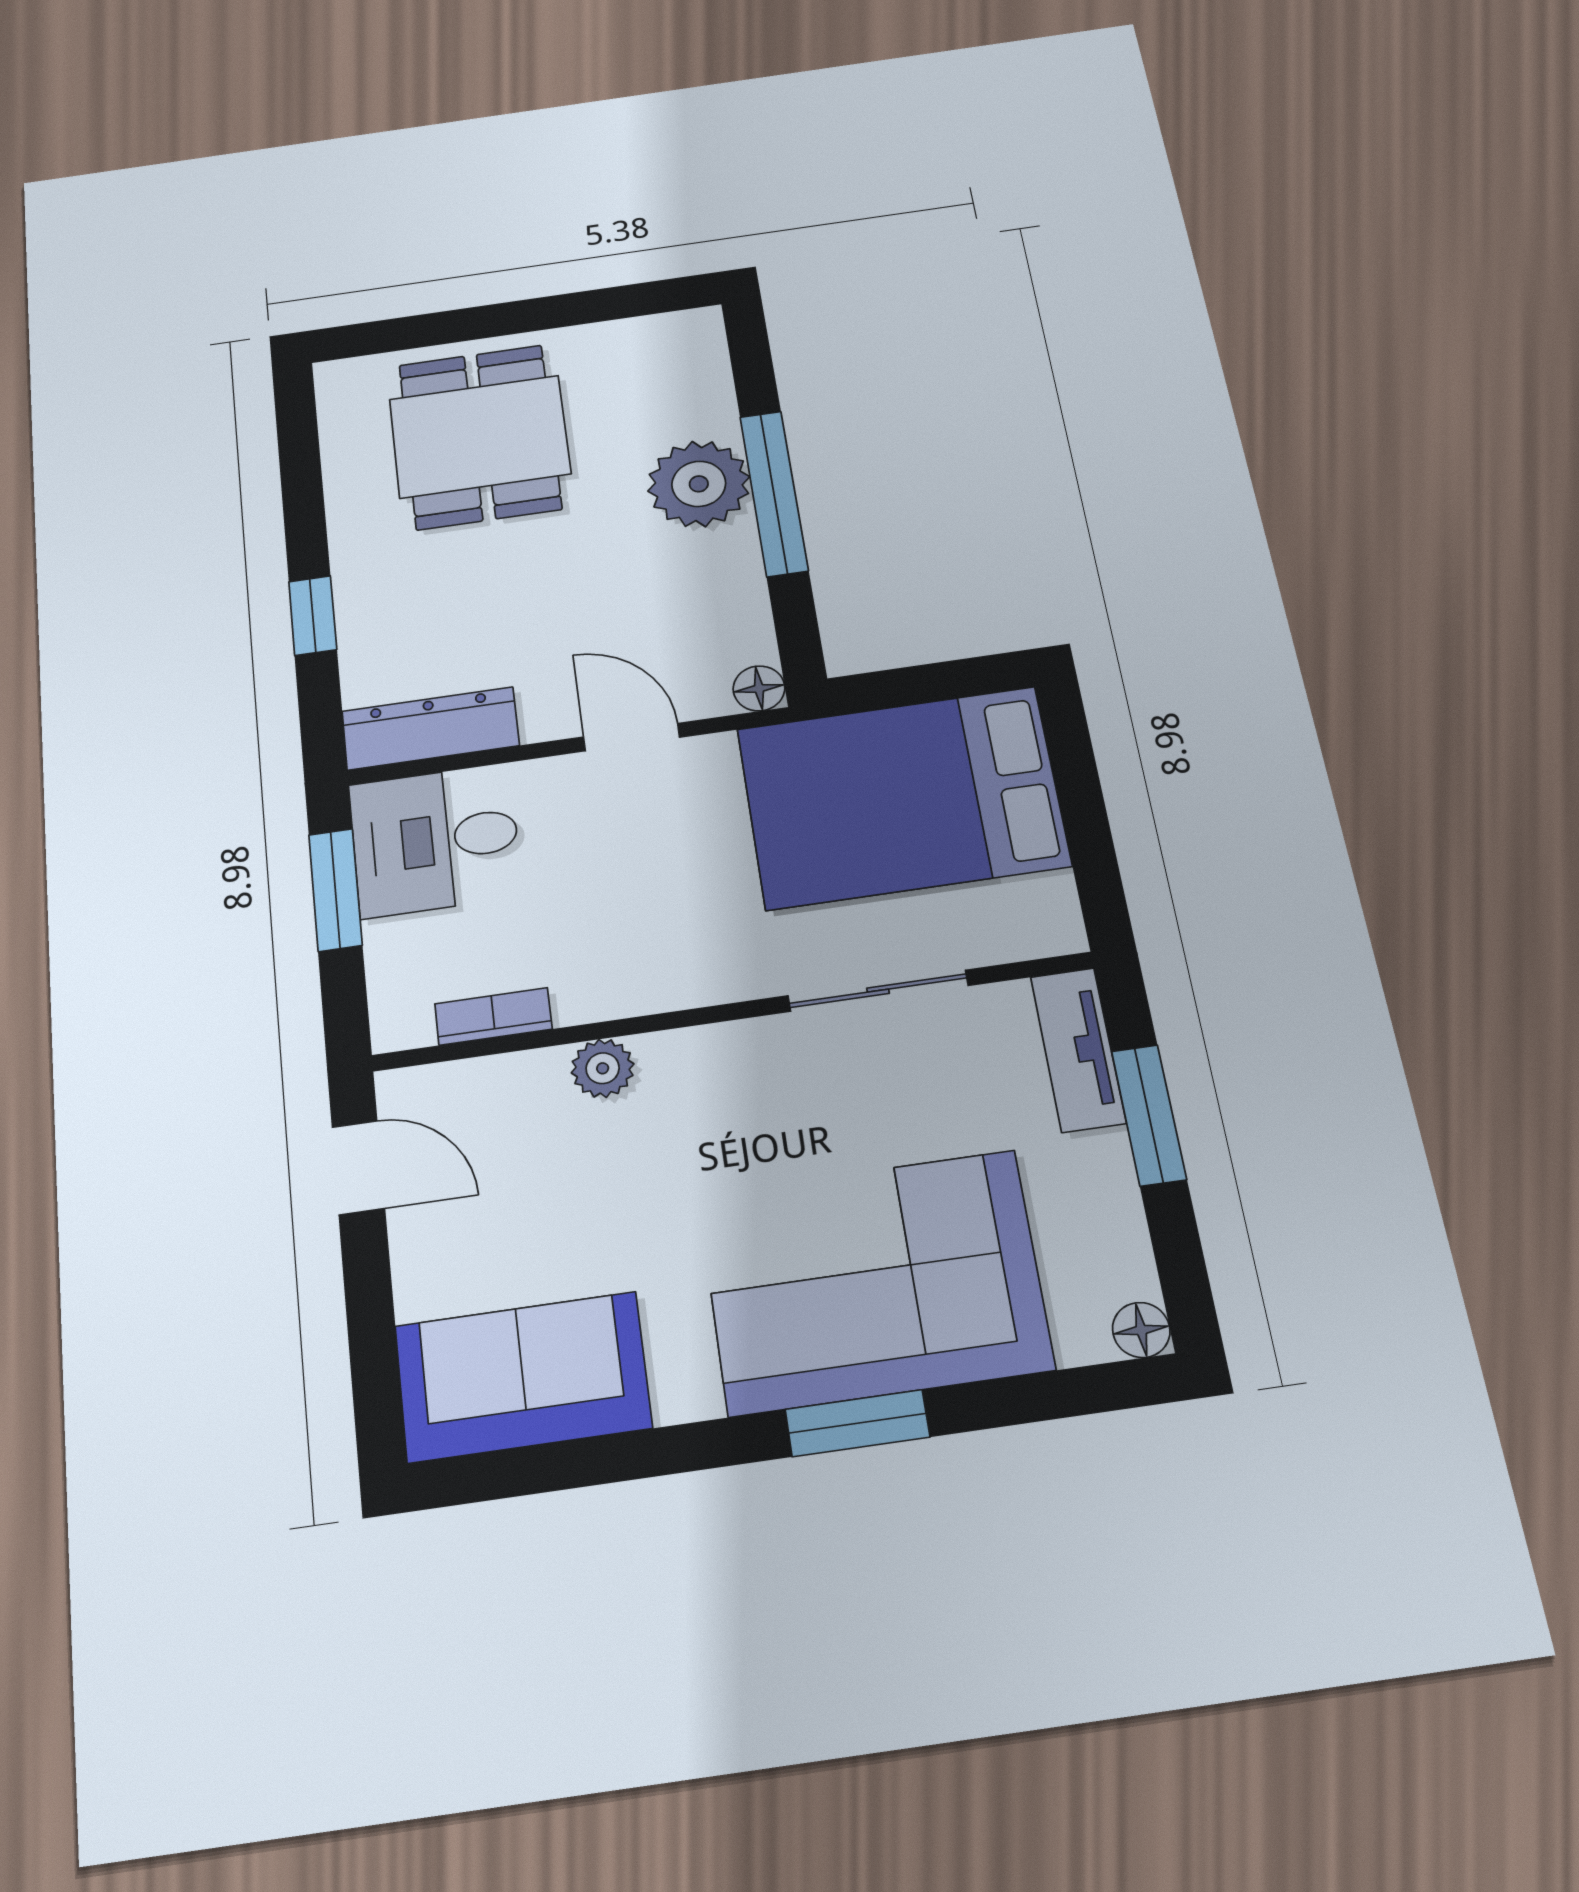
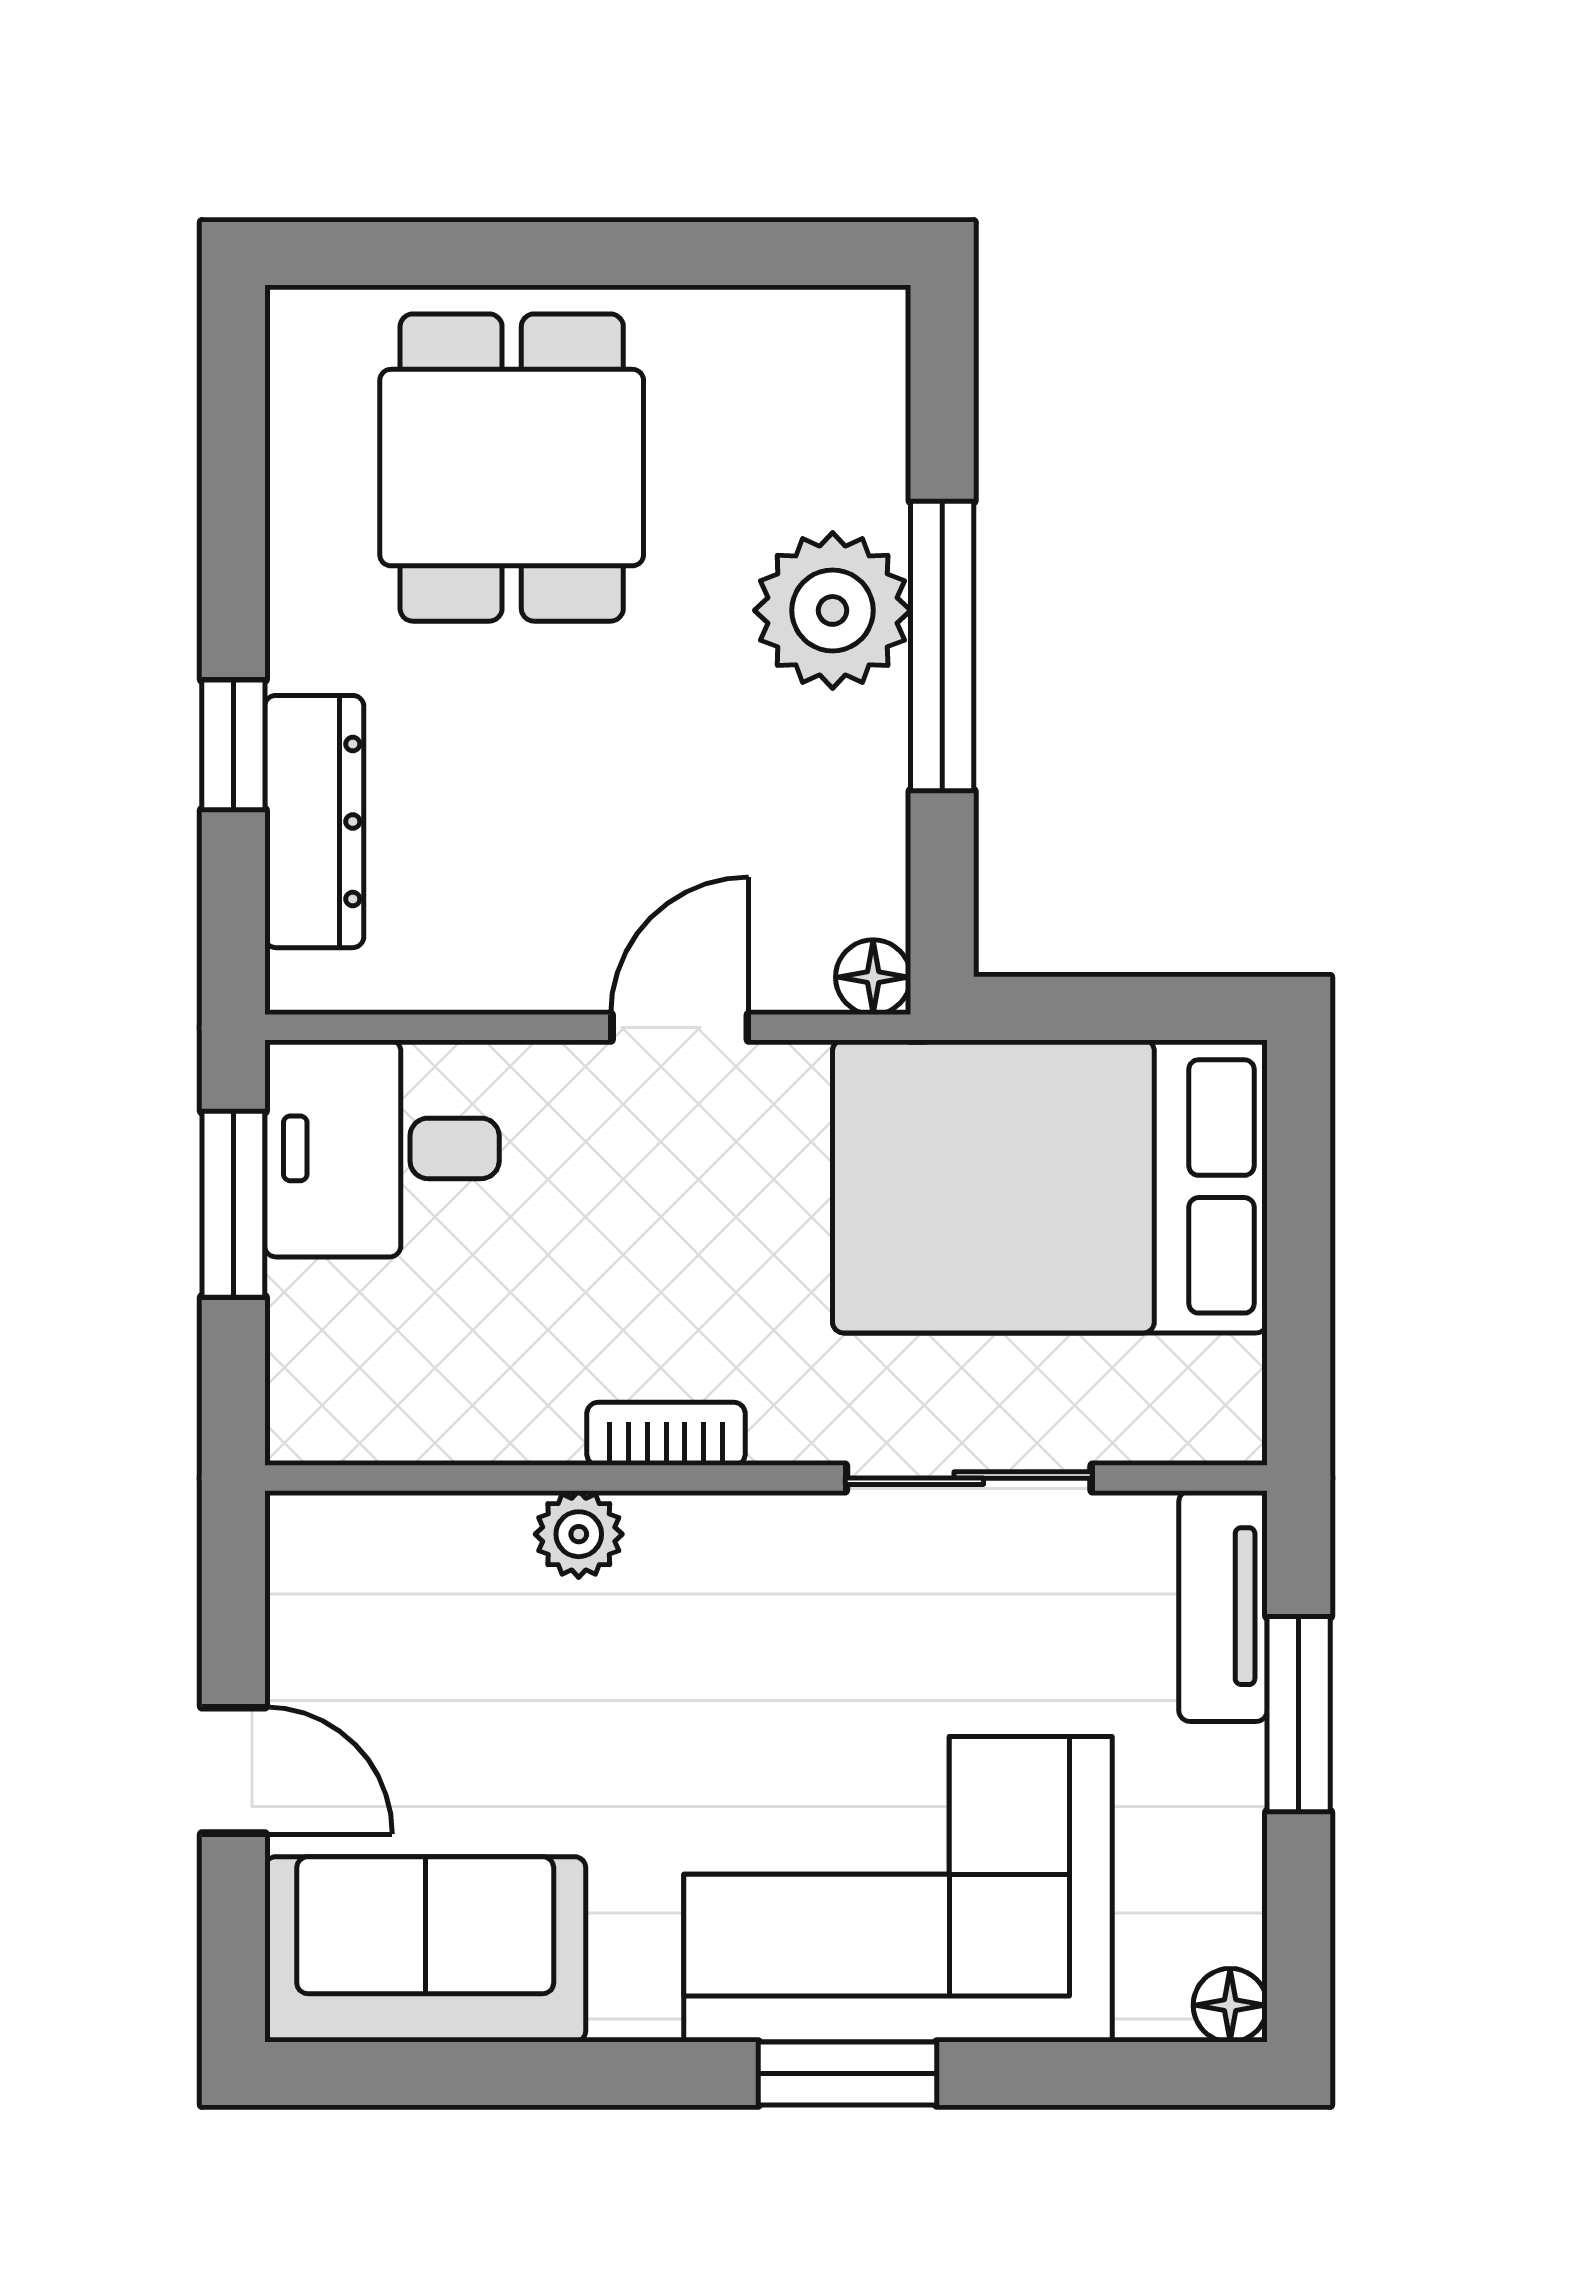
dresser: (430, 728) -> (314, 822), moved, turned 90
door: (632, 737) -> (680, 1027), hinge flipped
bookcase: (493, 1016) -> (666, 1434), moved
door: (358, 1168) -> (233, 1770), moved

